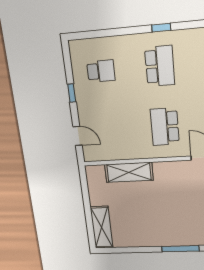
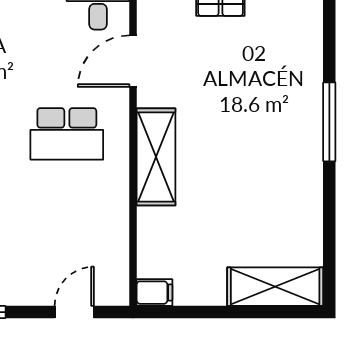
shelving: (129, 172) -> (156, 157), moved
filing cabinet: (92, 173) -> (154, 293), added

